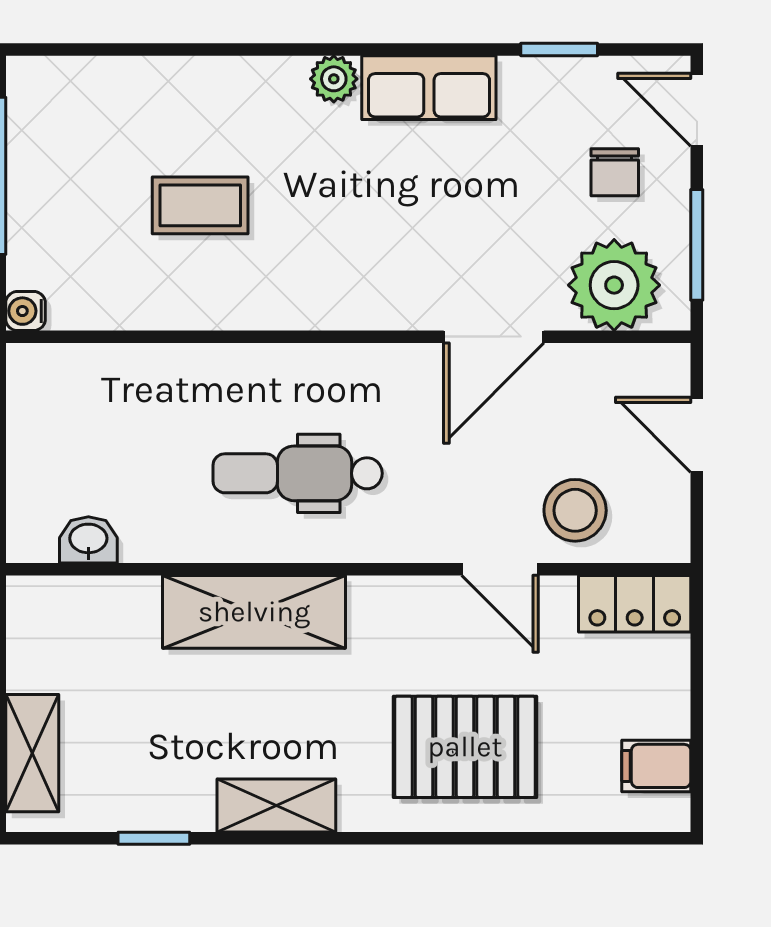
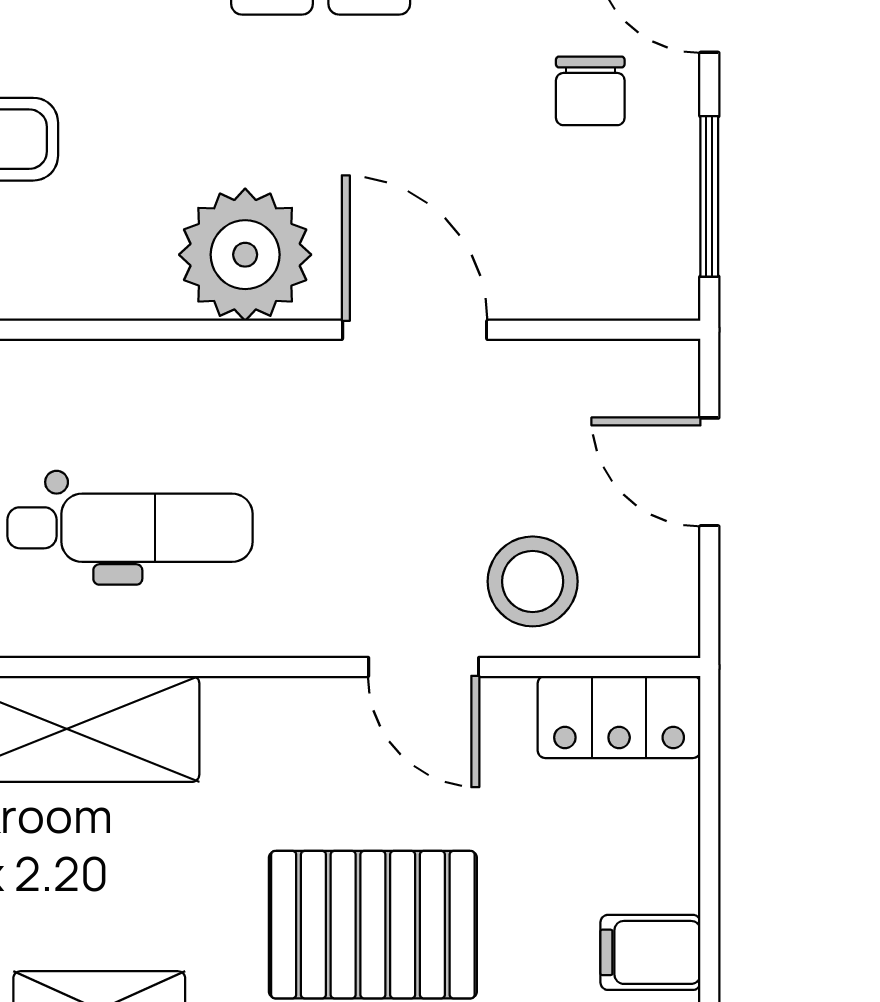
plant: (614, 285) -> (245, 255), moved
door: (494, 337) -> (415, 330), swing flipped
dental chair: (298, 473) -> (130, 528), turned 180

